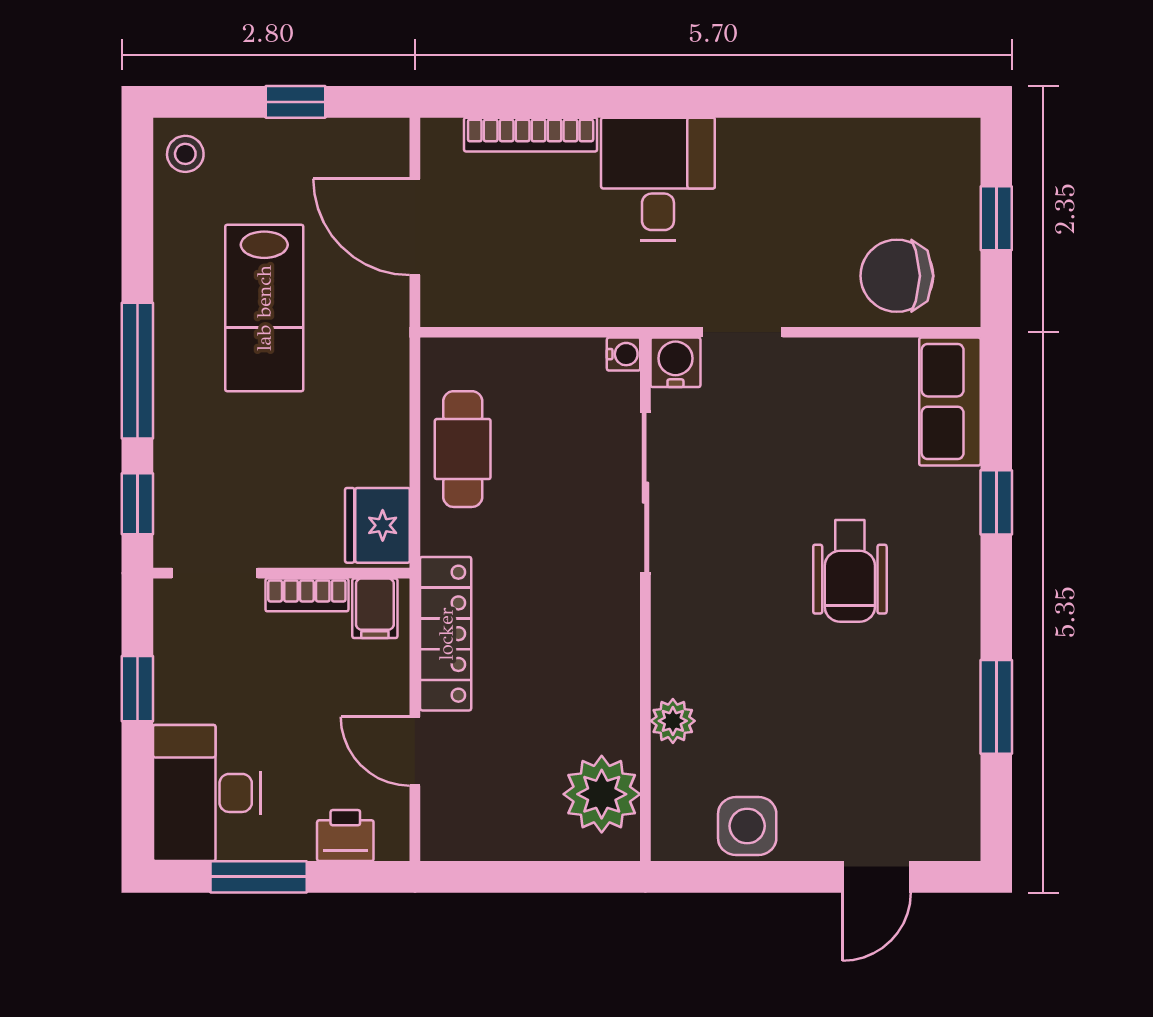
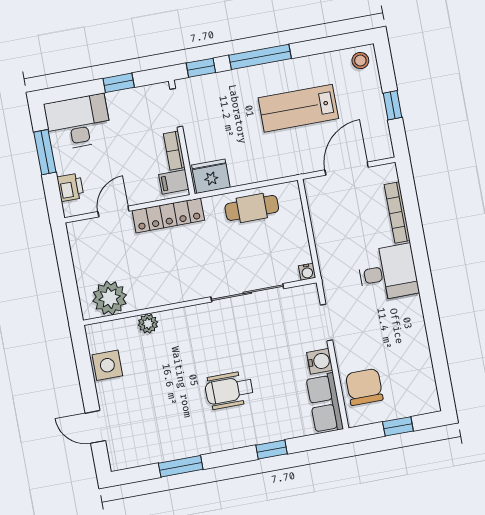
water cooler: (675, 362) -> (320, 361), moved
row of seats: (950, 402) -> (325, 403), moved, turned -90

